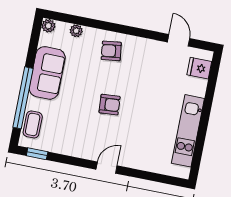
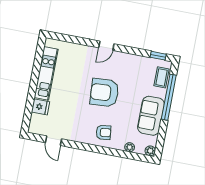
fridge: (199, 68) -> (40, 107), moved
armchair: (110, 105) -> (104, 93), width x1.88, depth x1.88

